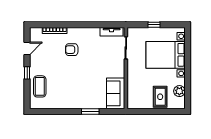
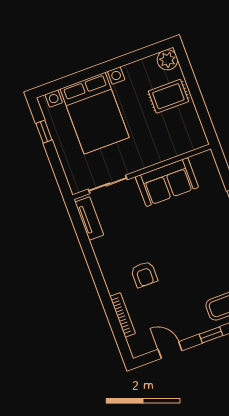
window: (154, 25) -> (44, 132), moved
plant: (179, 91) -> (167, 60), moved
sofa: (116, 93) -> (167, 182), moved

